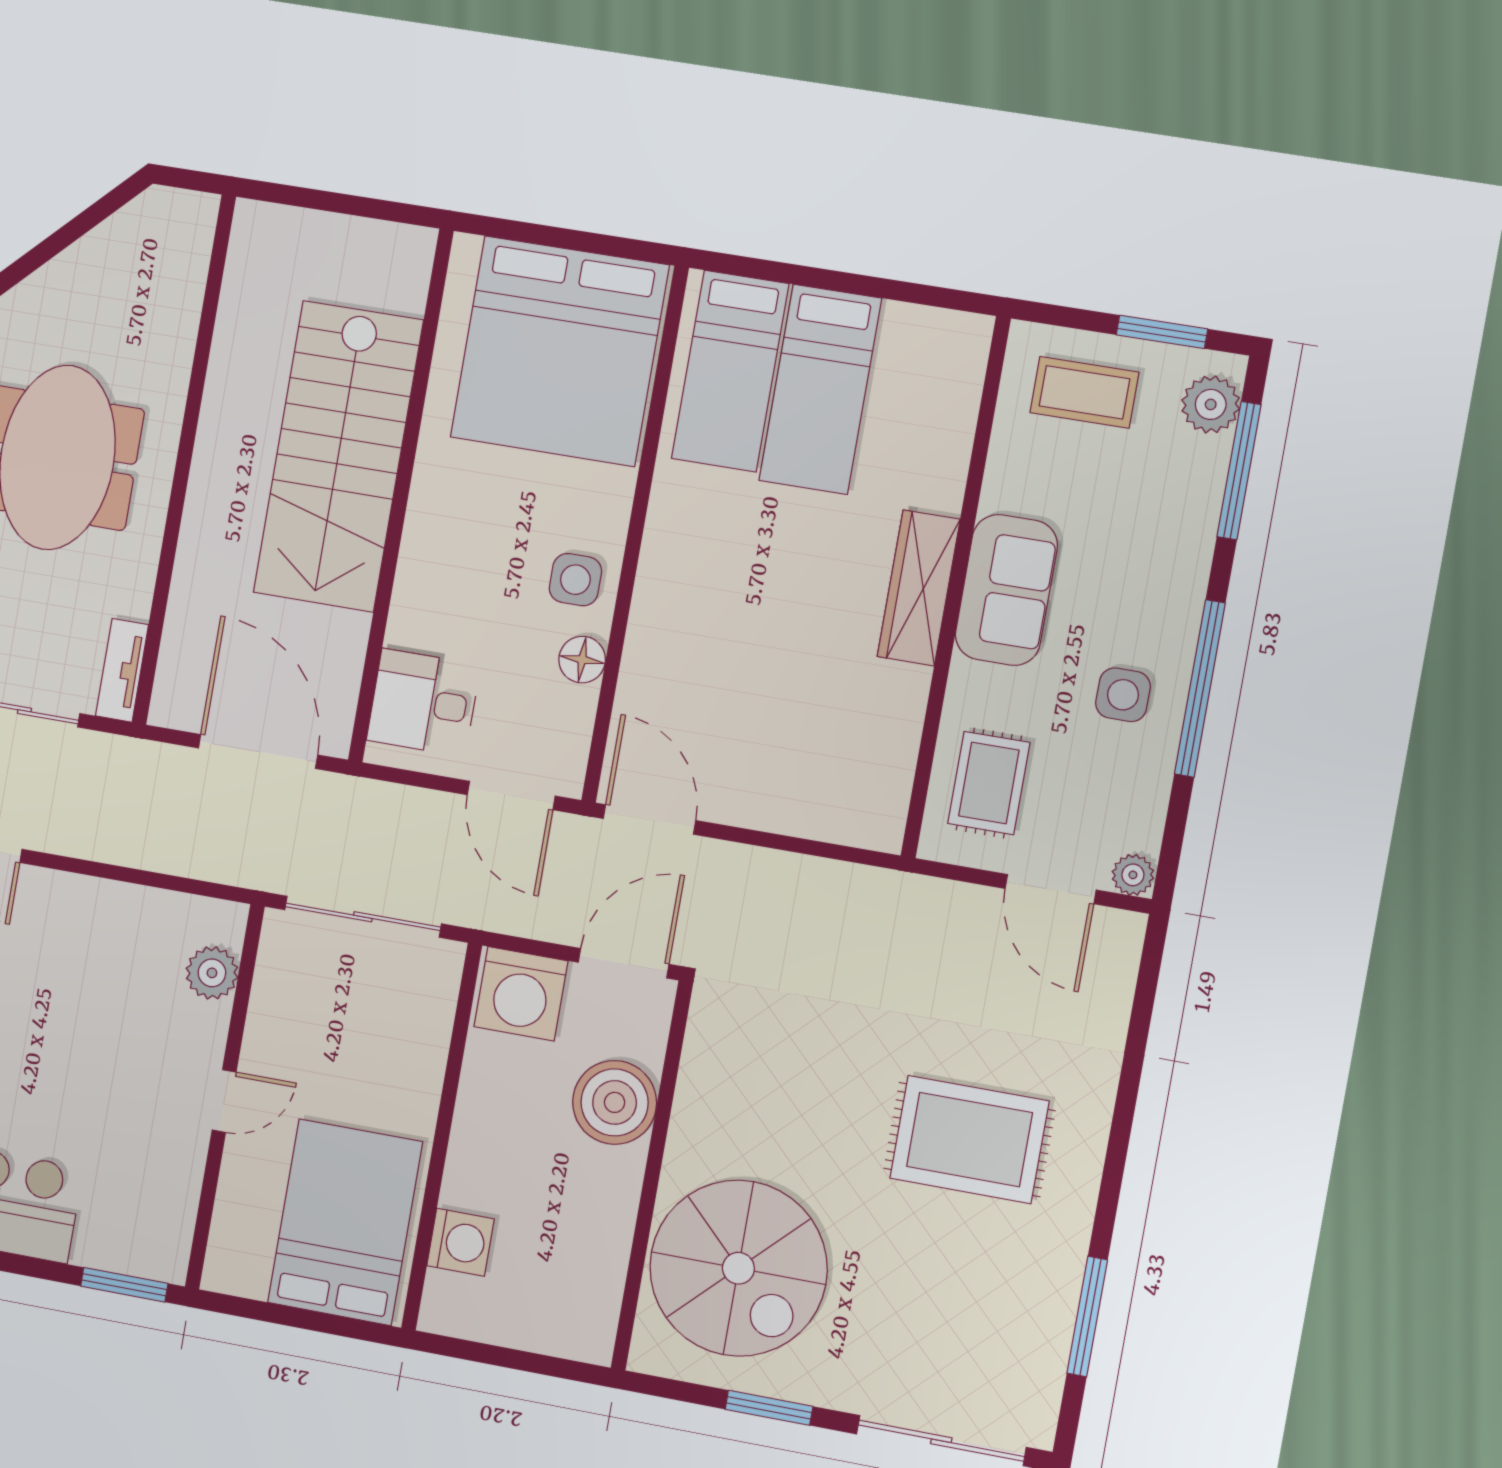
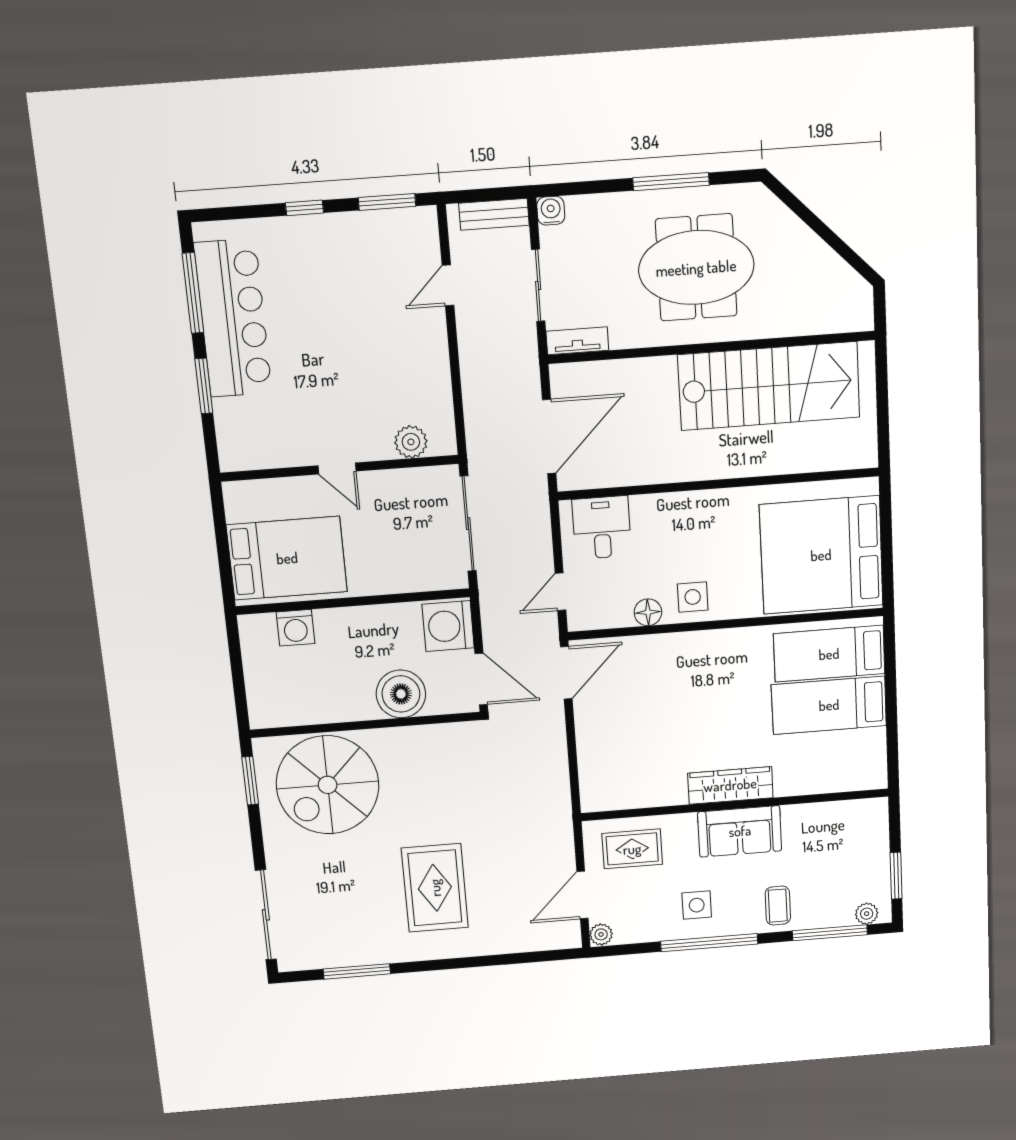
coffee table: (1084, 392) -> (778, 906), moved, width x0.73, depth x0.77
plant: (1211, 404) -> (867, 914), width x0.73, depth x0.73
stairs: (338, 457) -> (769, 386), moved, turned 180
door: (511, 795) -> (560, 592), width x0.73
window: (124, 1285) -> (204, 386), moved
window: (769, 1408) -> (250, 781), moved

